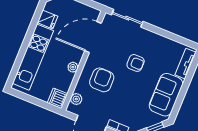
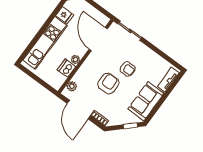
door: (93, 37) -> (98, 39), hinge flipped
armchair: (102, 80) -> (108, 84), moved
dishwasher: (57, 98) -> (67, 68), moved

